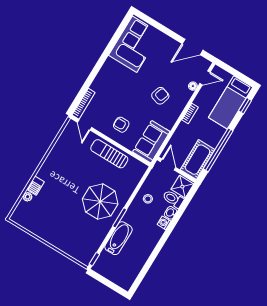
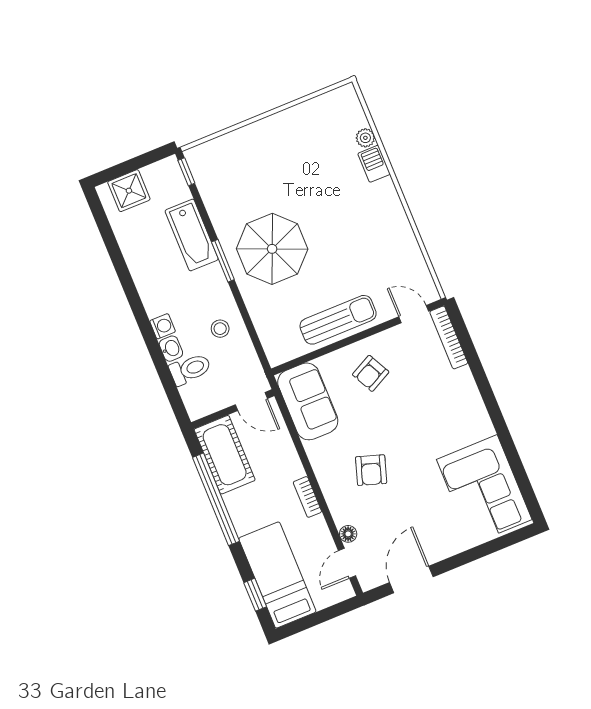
armchair: (121, 125) -> (371, 373), turned 153
shower: (182, 187) -> (129, 191), moved

